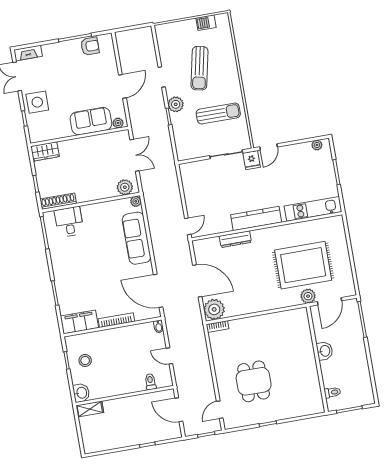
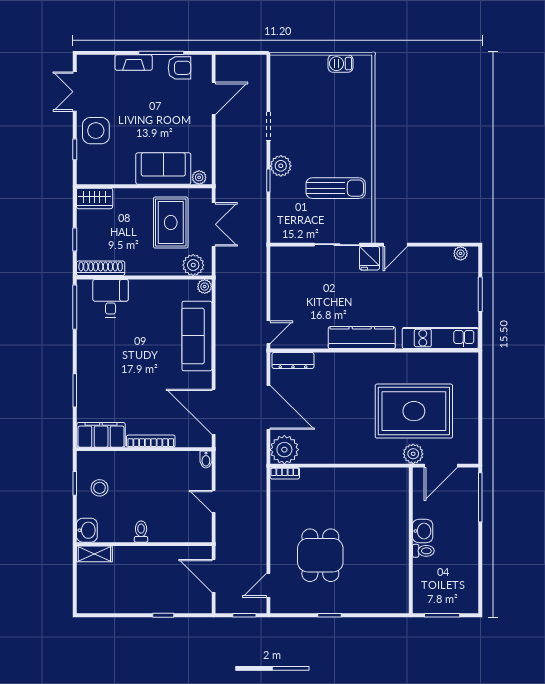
fireplace: (28, 53) -> (134, 63), moved
sun lounger: (200, 68) -> (321, 123), removed
door: (122, 86) -> (214, 98), moved
rug: (103, 159) -> (171, 223), added
dresser: (235, 239) -> (293, 361), moved
toilet: (150, 382) -> (141, 532), moved
toilet: (332, 392) -> (423, 551), moved

